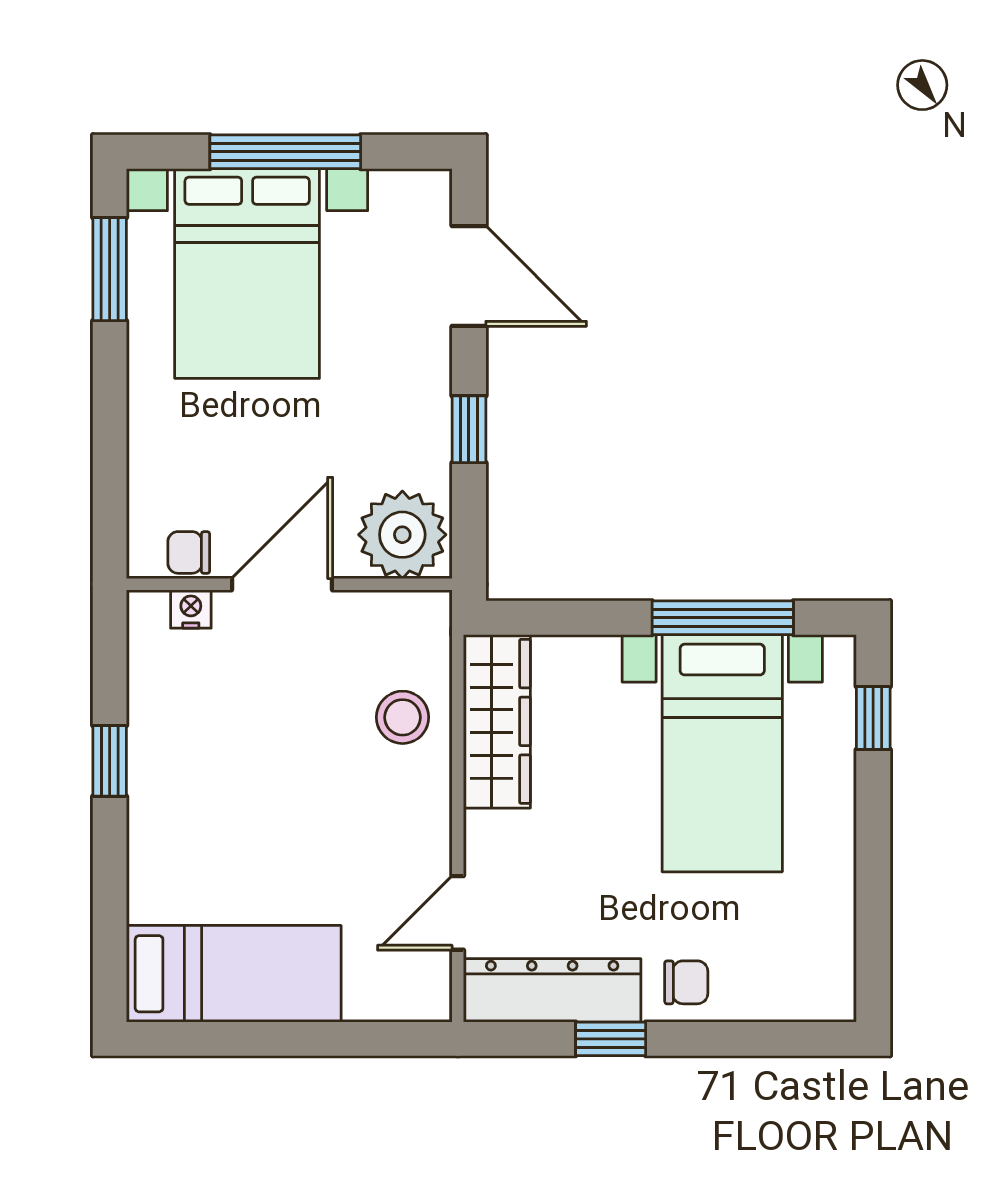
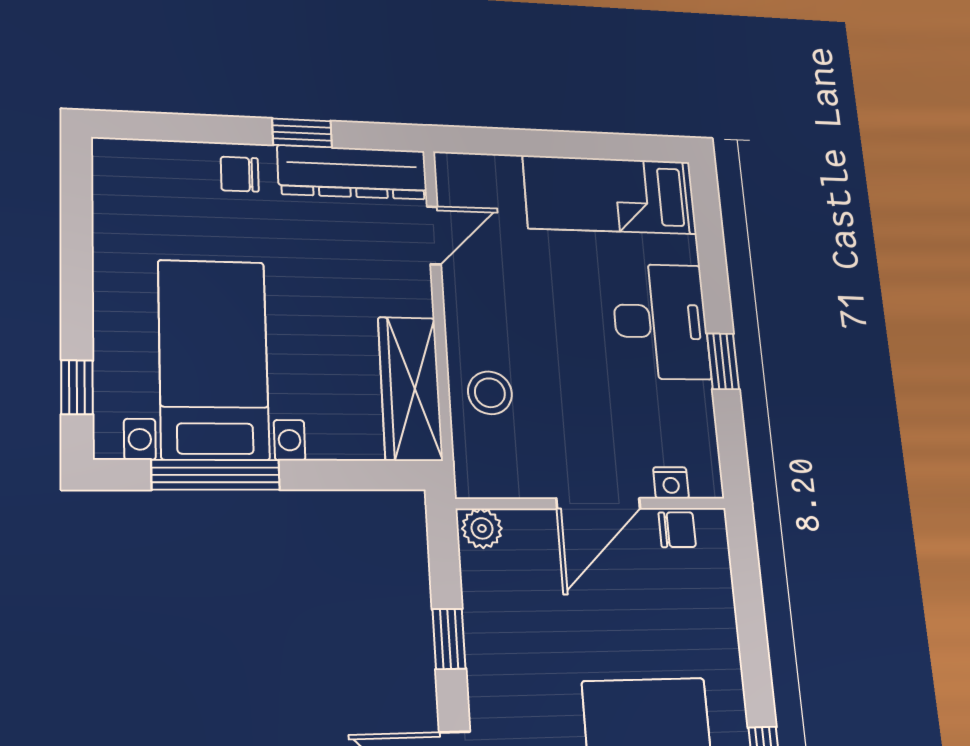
plant: (402, 535) -> (482, 528), width x0.53, depth x0.53
desk: (184, 810) -> (661, 321), added

